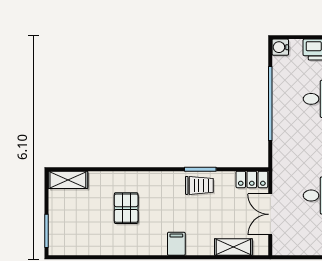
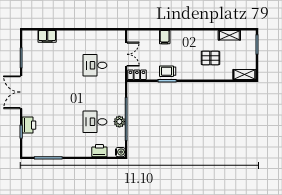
plant: (282, 99) -> (119, 122), added
pallet: (126, 208) -> (210, 58), turned 90
filing cabinet: (176, 244) -> (165, 37), moved
shelving: (233, 247) -> (229, 35), moved

